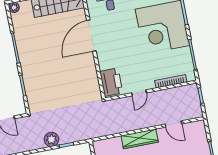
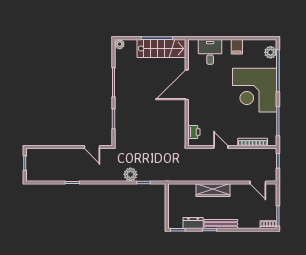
printer: (111, 82) -> (194, 132), width x0.53, depth x0.68
door: (139, 93) -> (221, 147), swing flipped
door: (173, 124) -> (258, 182), moved

